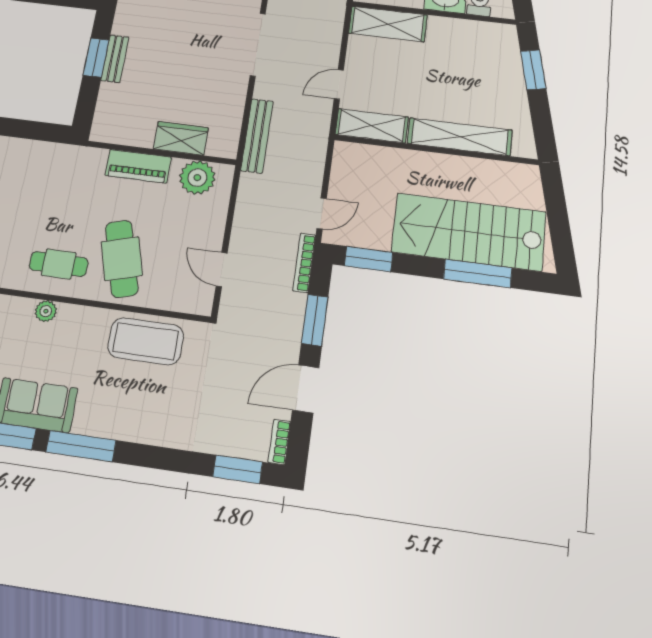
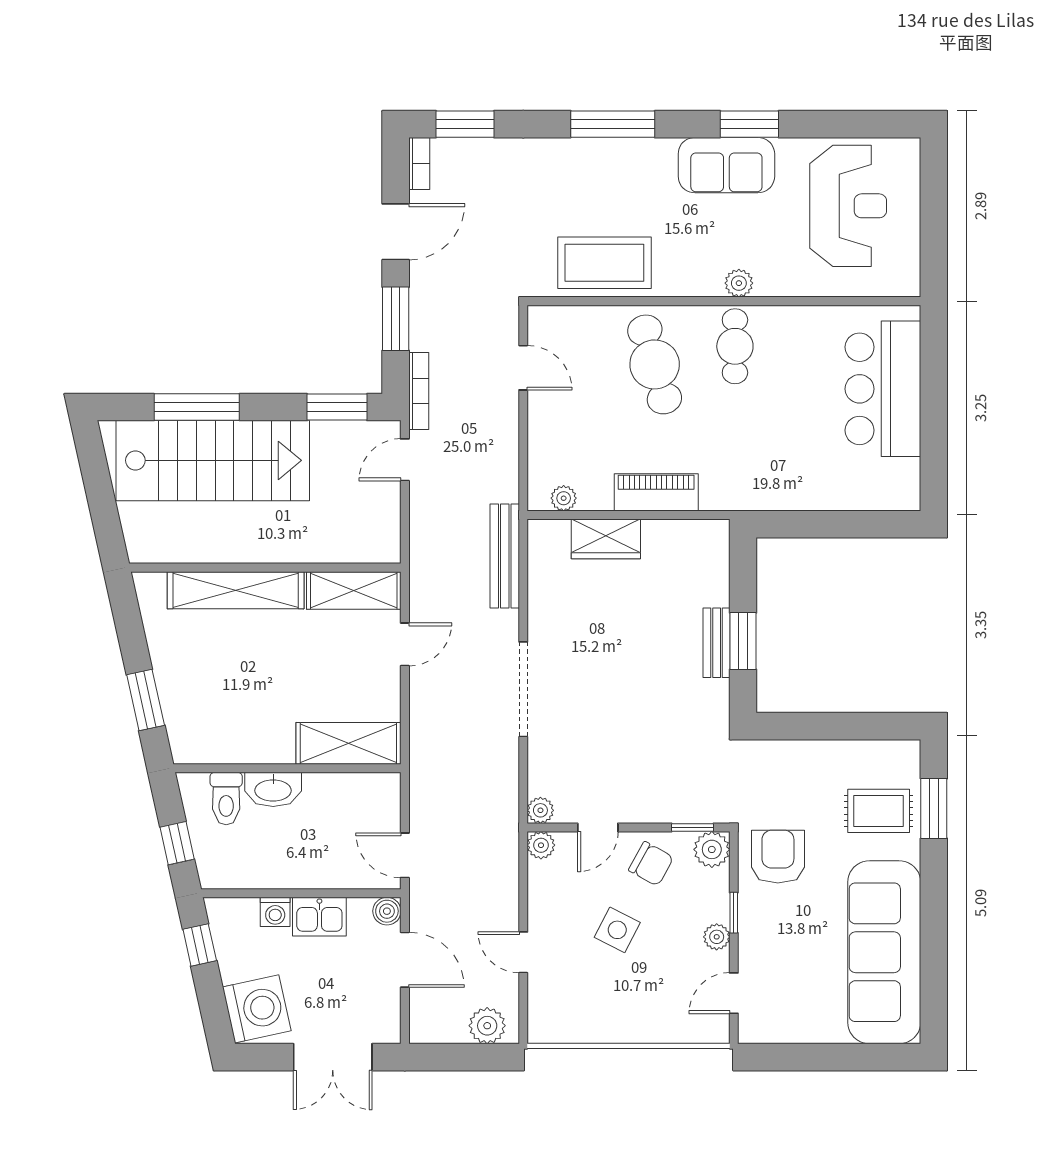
plant: (197, 178) -> (564, 498), width x0.53, depth x0.53
cafe table: (59, 264) -> (735, 346), turned 90
window: (81, 446) -> (613, 124), moved

